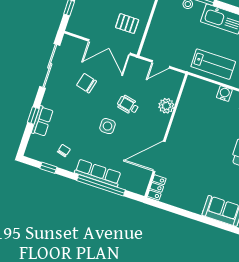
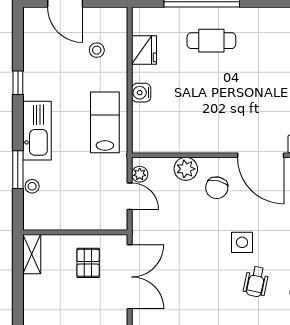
plant: (173, 75) -> (140, 174), added
chair: (87, 83) -> (217, 188), moved
wheelchair: (128, 105) -> (256, 282), moved

